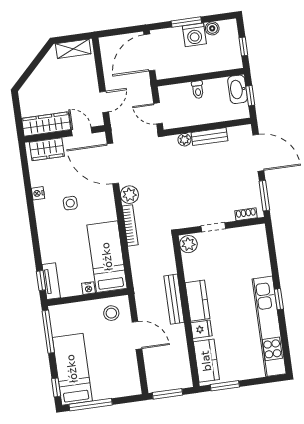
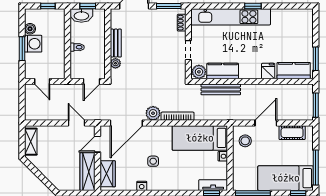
door: (149, 52) -> (42, 81), width x0.53
bench: (174, 299) -> (221, 89), moved
kitchen counter: (197, 301) -> (223, 71), moved
kitchen unit: (269, 326) -> (231, 17), moved
cot: (130, 369) -> (292, 133), added

